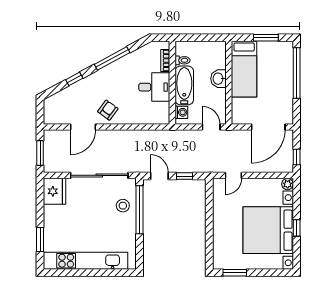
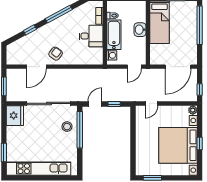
door: (211, 127) -> (134, 67), swing flipped
door: (159, 176) -> (95, 104), hinge flipped

